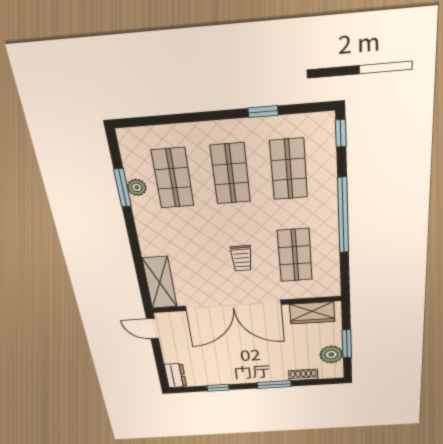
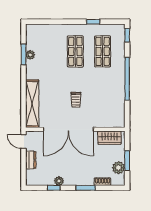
shop shelf: (173, 178) -> (48, 51), removed
shop shelf: (295, 255) -> (103, 100), removed
shelving: (160, 283) -> (32, 104), width x1.47
dresser: (176, 376) -> (31, 160), moved
plant: (226, 378) -> (59, 181), added

